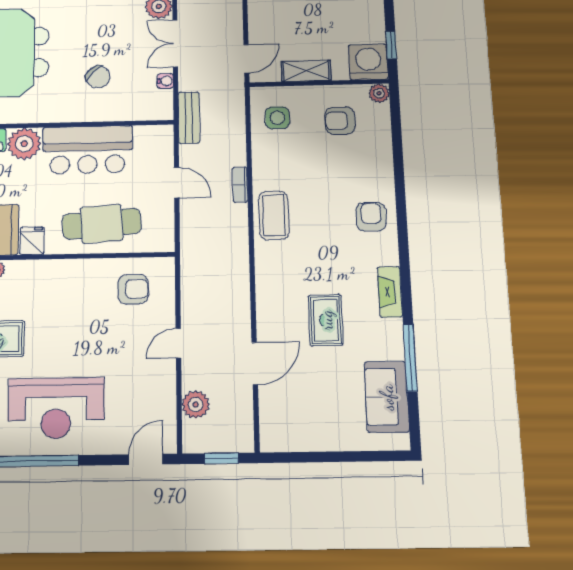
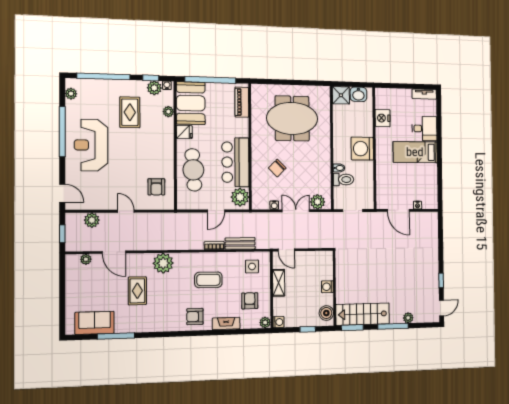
window: (391, 45) -> (308, 329), moved
washing machine: (368, 62) -> (278, 322), width x0.53, depth x0.53
bench: (189, 118) -> (240, 243), moved
plant: (24, 144) -> (240, 197), moved
coffee table: (274, 215) -> (208, 280), moved
armchair: (371, 217) -> (195, 317), turned 180
plant: (274, 275) -> (163, 263), added
fireplace: (390, 292) -> (226, 323), moved
rug: (326, 320) -> (137, 291), turned 90
plant: (269, 414) -> (86, 259), added

